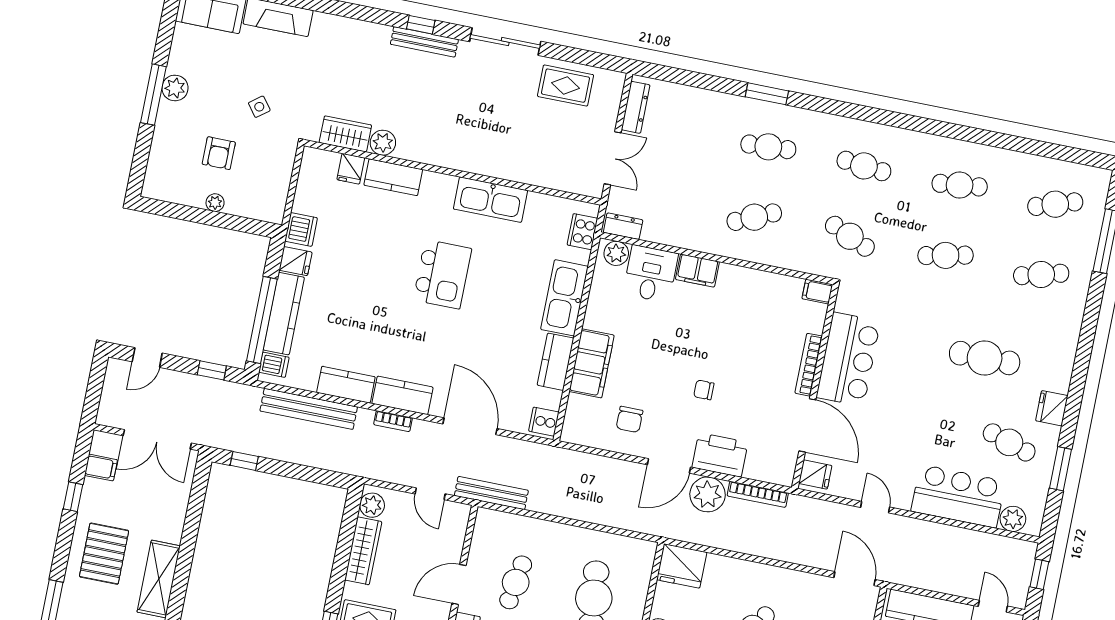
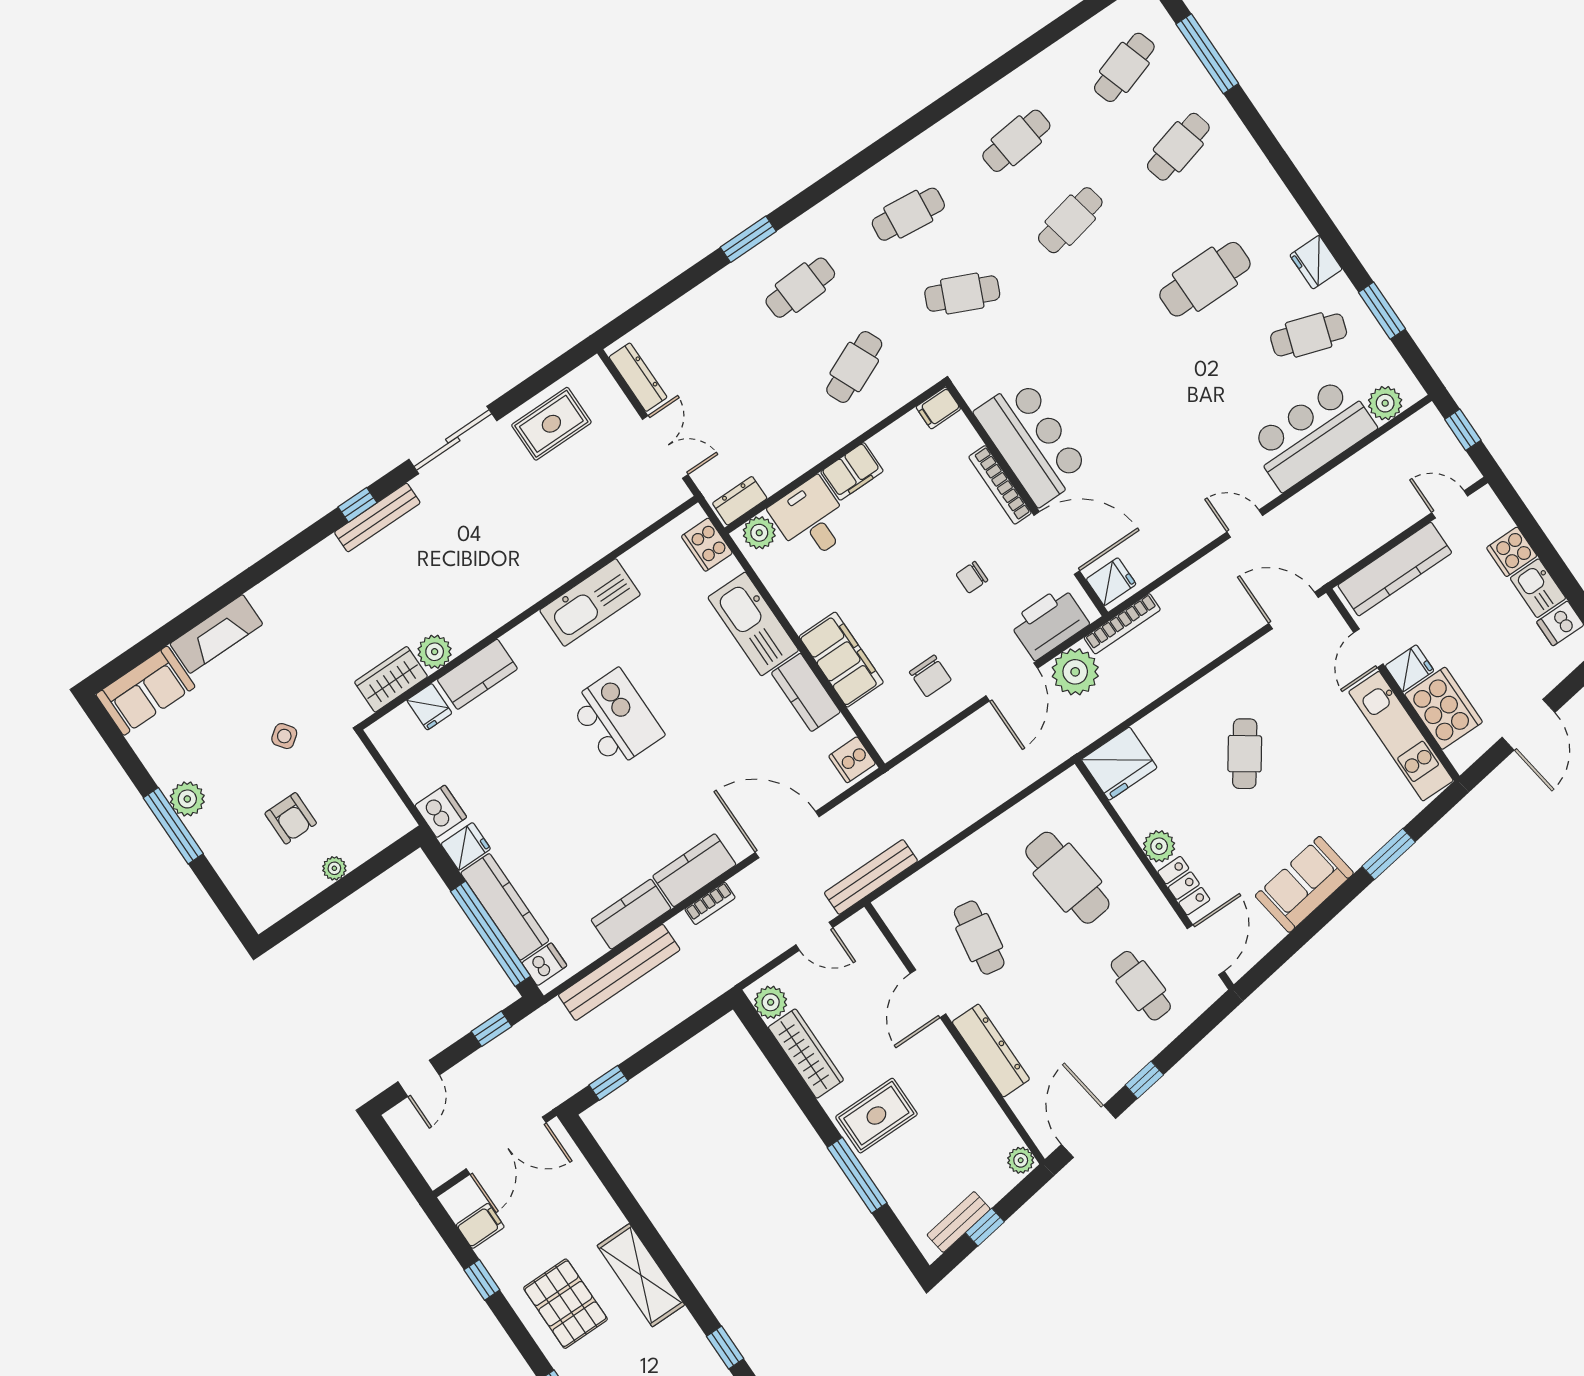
filing cabinet: (817, 292) -> (938, 408), moved
bar counter: (848, 359) -> (1032, 442), moved
bookcase: (809, 365) -> (1000, 485), moved
wall: (815, 386) -> (1027, 499), moved
door: (807, 425) -> (1057, 543), moved
fridge: (815, 475) -> (1111, 582), moved

